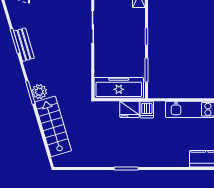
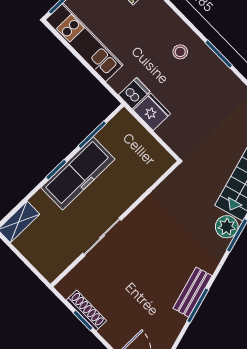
freezer: (119, 88) -> (78, 173), moved, turned -90
stool: (145, 151) -> (180, 52), added

